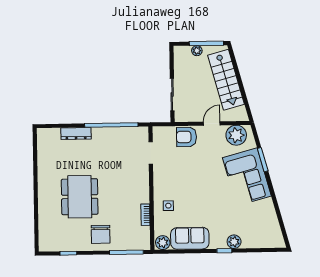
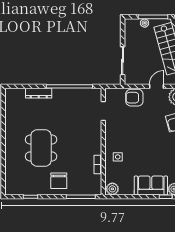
sofa: (190, 238) -> (151, 185), moved

